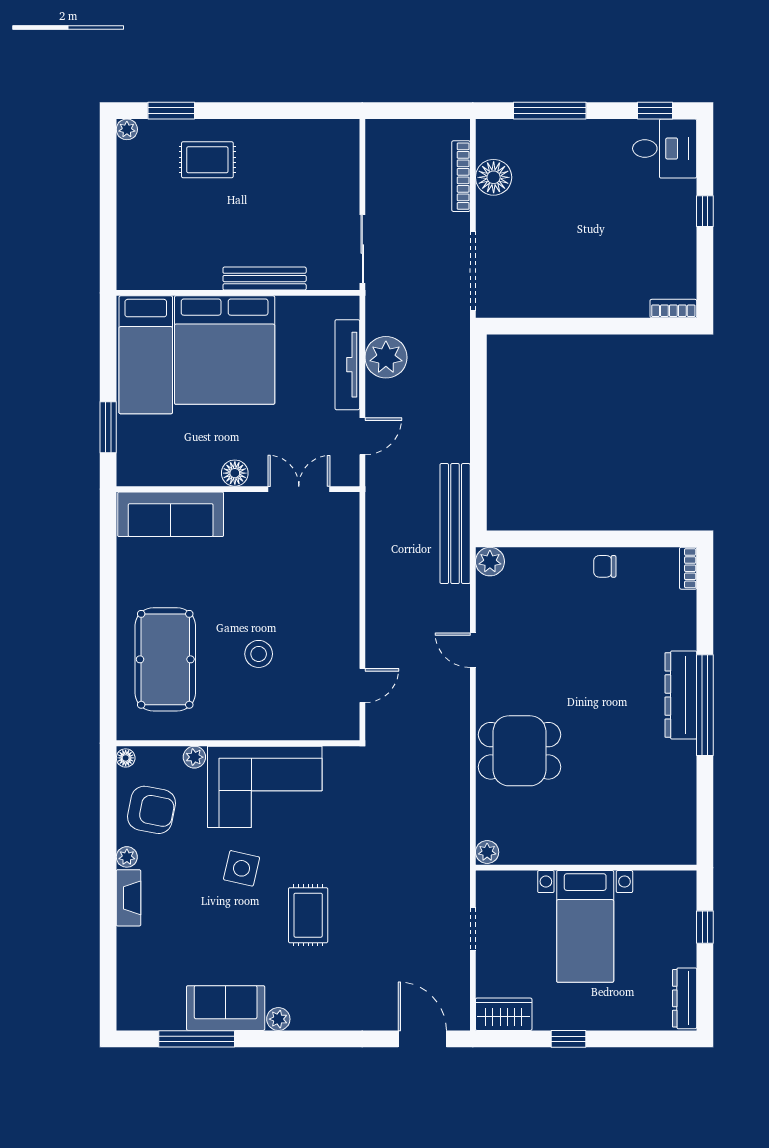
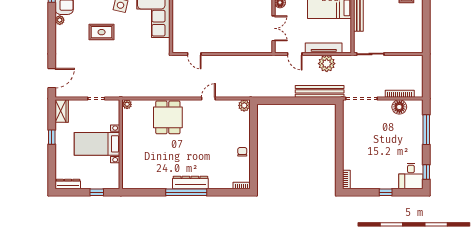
bench: (455, 524) -> (320, 91), moved
stool: (259, 654) -> (207, 12), removed

